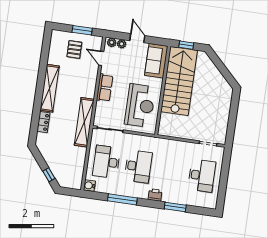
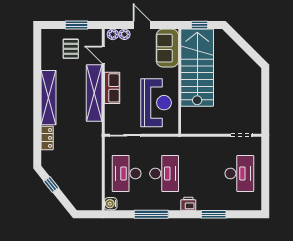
shelving: (84, 122) -> (94, 93), moved
window: (49, 175) -> (51, 185), moved

